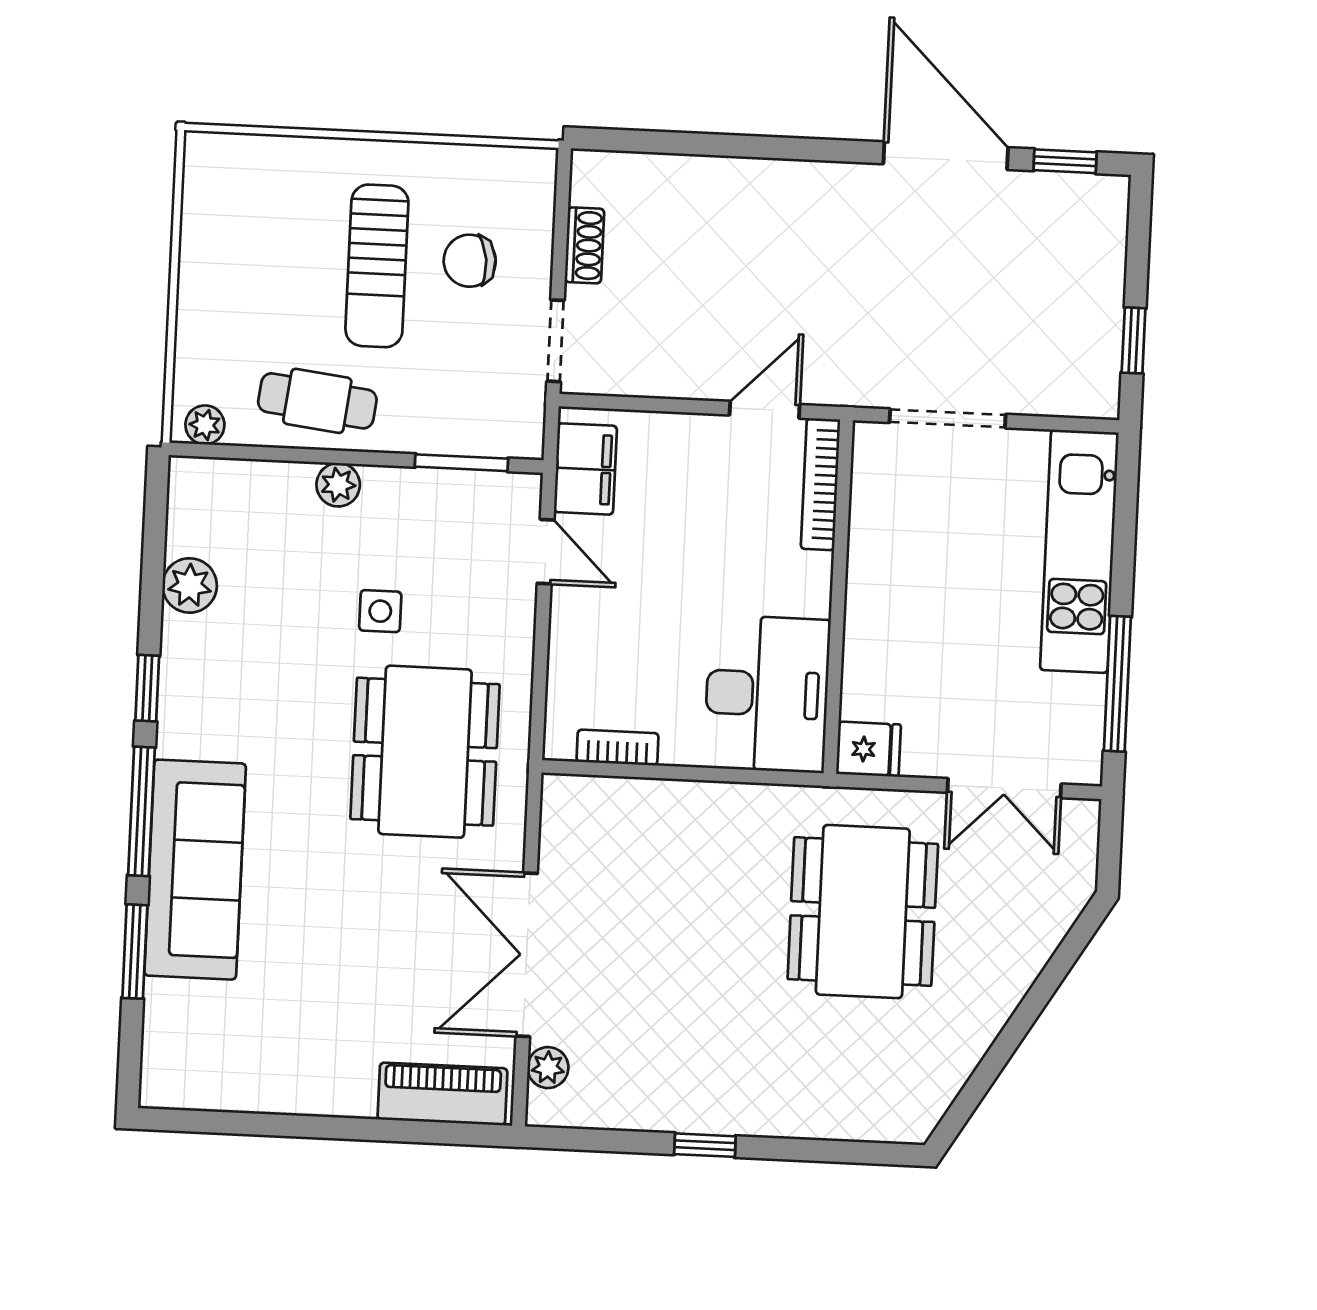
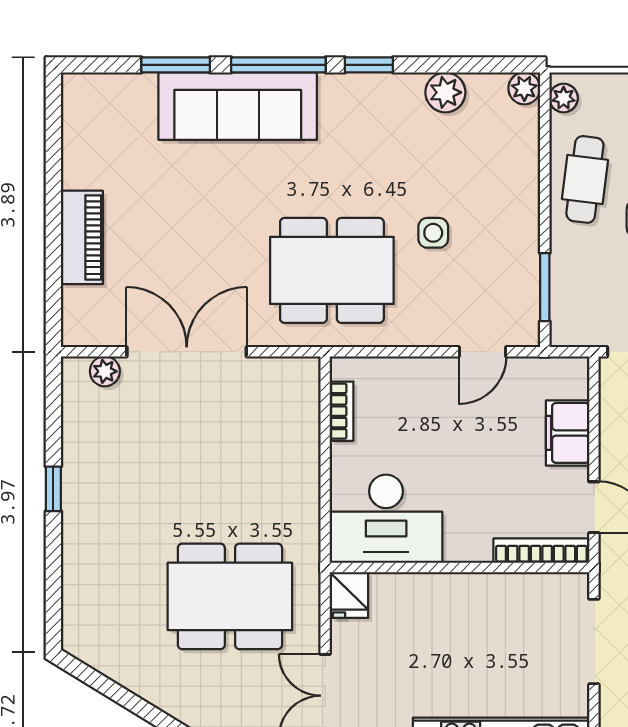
filing cabinet: (585, 469) -> (568, 433), moved, turned 90
plant: (338, 485) -> (524, 88), moved
piano: (442, 1094) -> (82, 237), moved

